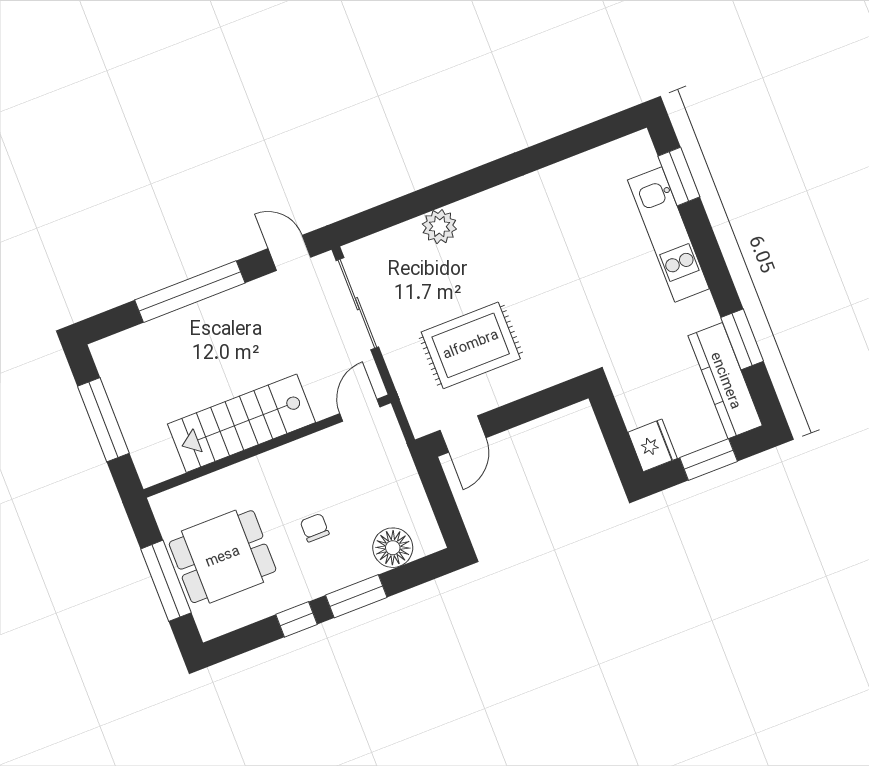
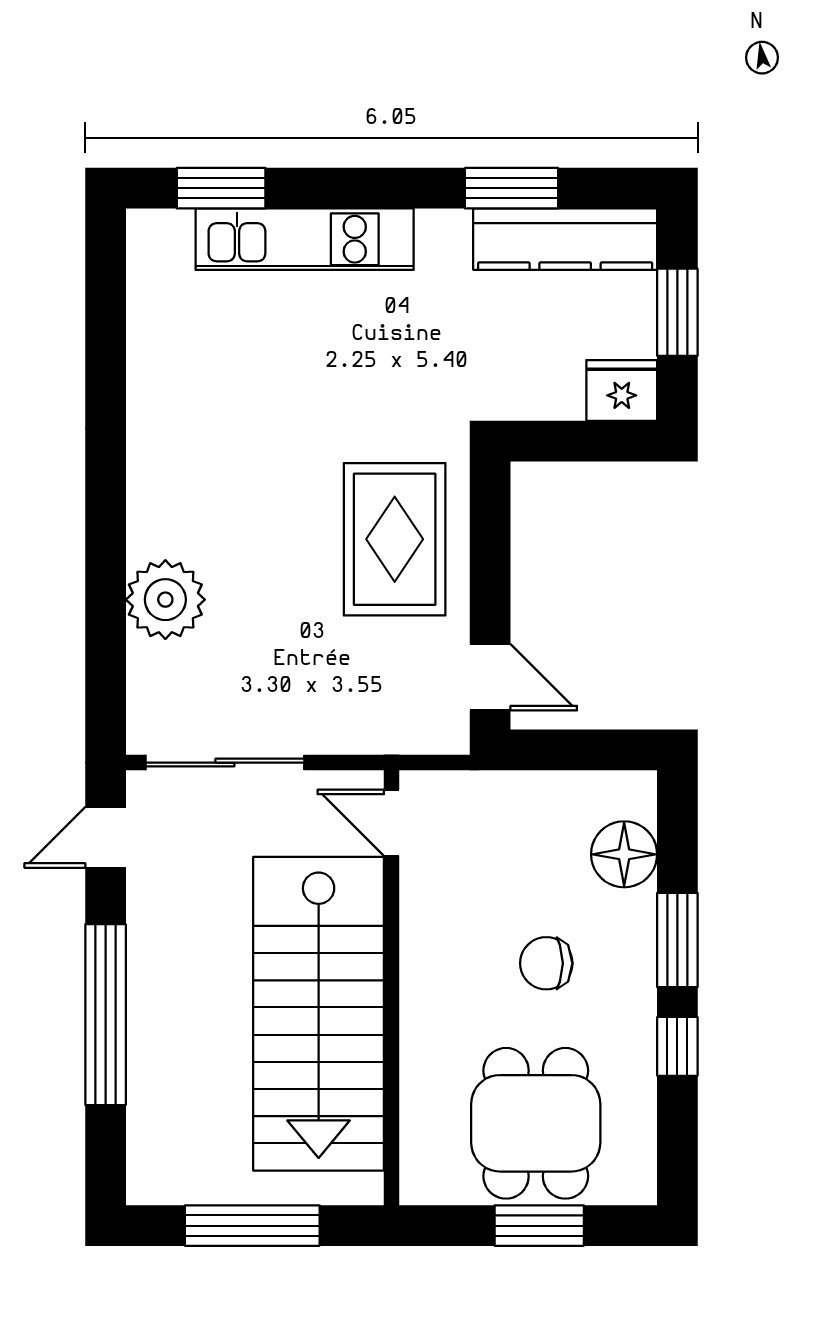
plant: (439, 227) -> (165, 600), width x1.36, depth x1.36
rug: (471, 345) -> (395, 539), moved
stairs: (242, 423) -> (319, 1014), width x1.36, depth x1.51
chair: (315, 528) -> (546, 963), width x1.37, depth x1.37
window: (166, 581) -> (539, 1226), width x0.69

